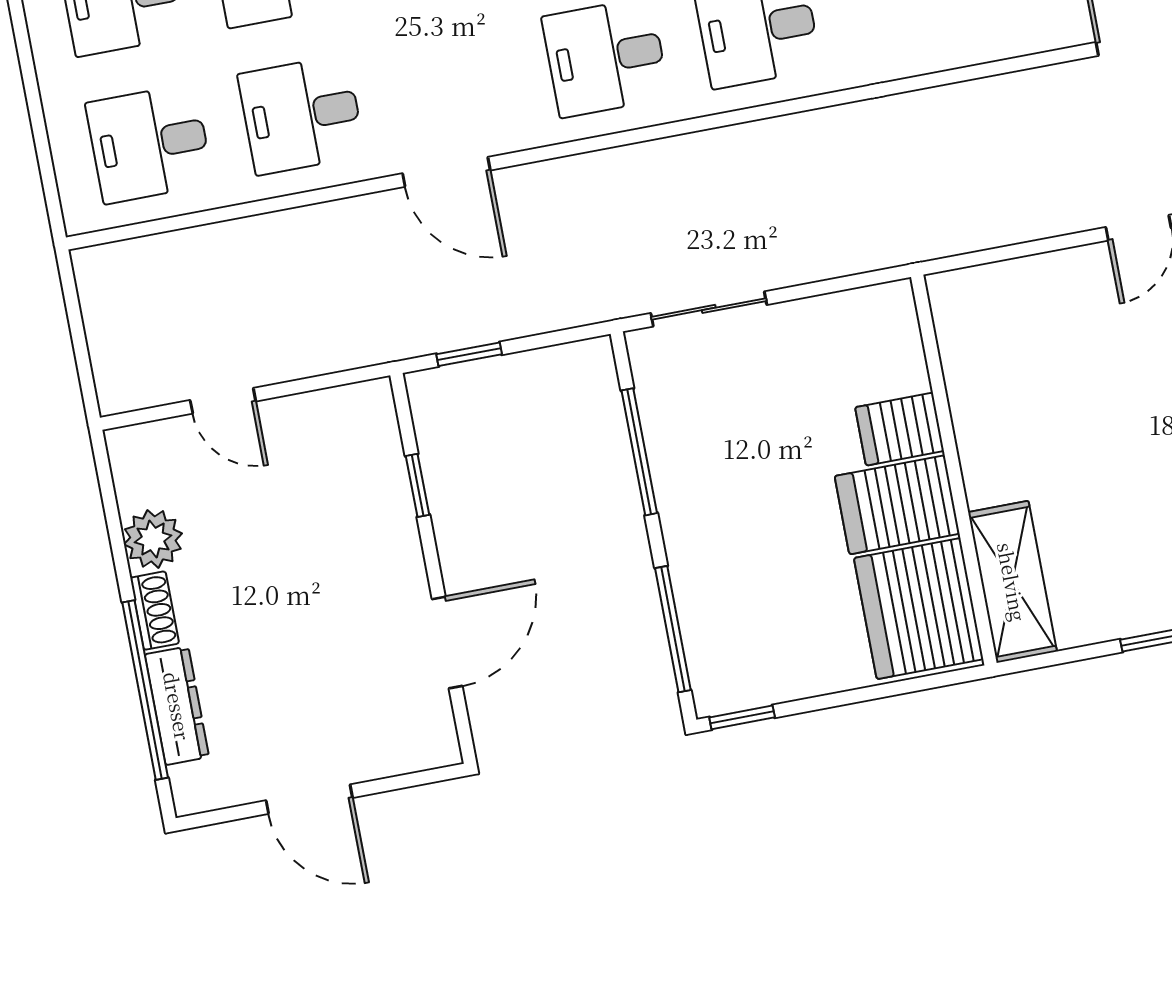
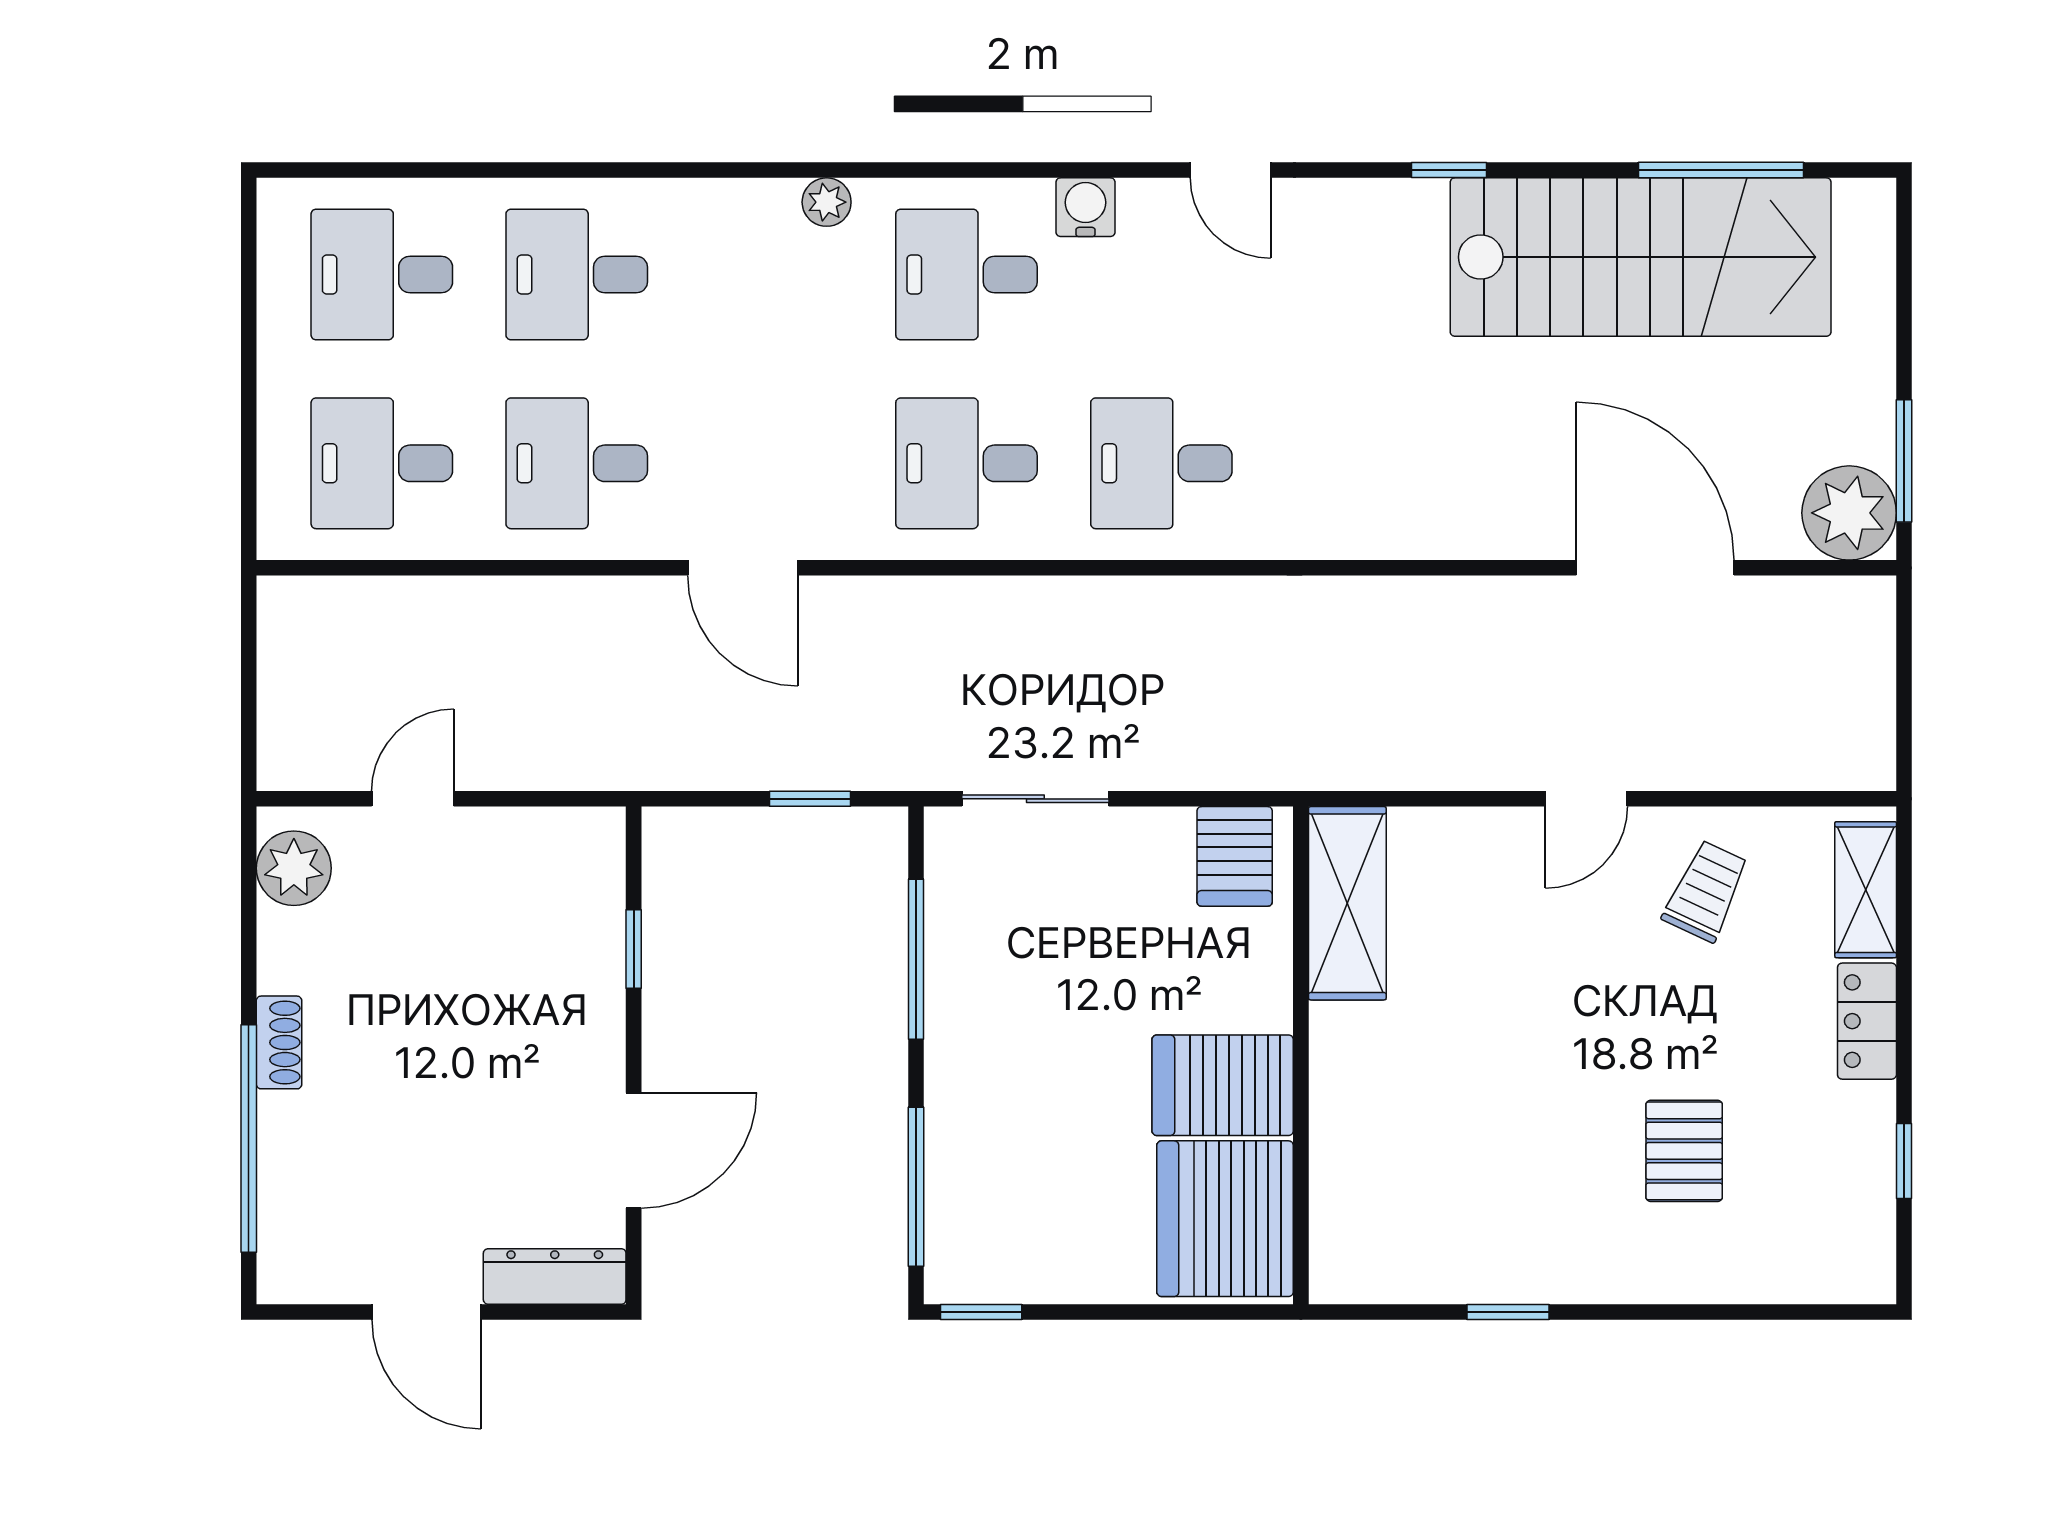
window: (469, 354) -> (810, 799), moved
door: (223, 401) -> (413, 799), swing flipped
server rack: (899, 429) -> (1235, 856), moved, turned -90
plant: (153, 539) -> (294, 868), moved
shelving: (1012, 582) -> (1347, 903), moved
dresser: (177, 706) -> (555, 1276), moved, turned -90

